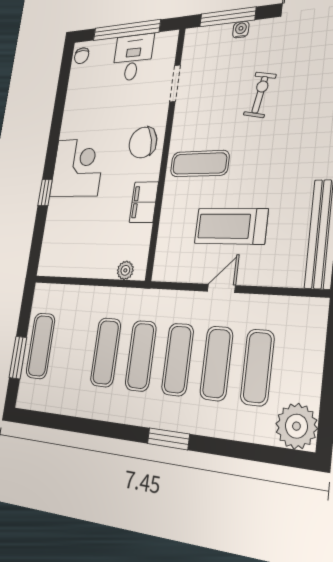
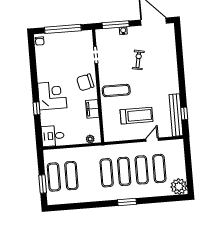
desk: (133, 57) -> (53, 136), moved, turned -90
treadmill: (231, 226) -> (137, 116), turned 180
door: (221, 288) -> (152, 140), moved
exercise mat: (106, 352) -> (71, 176), moved

